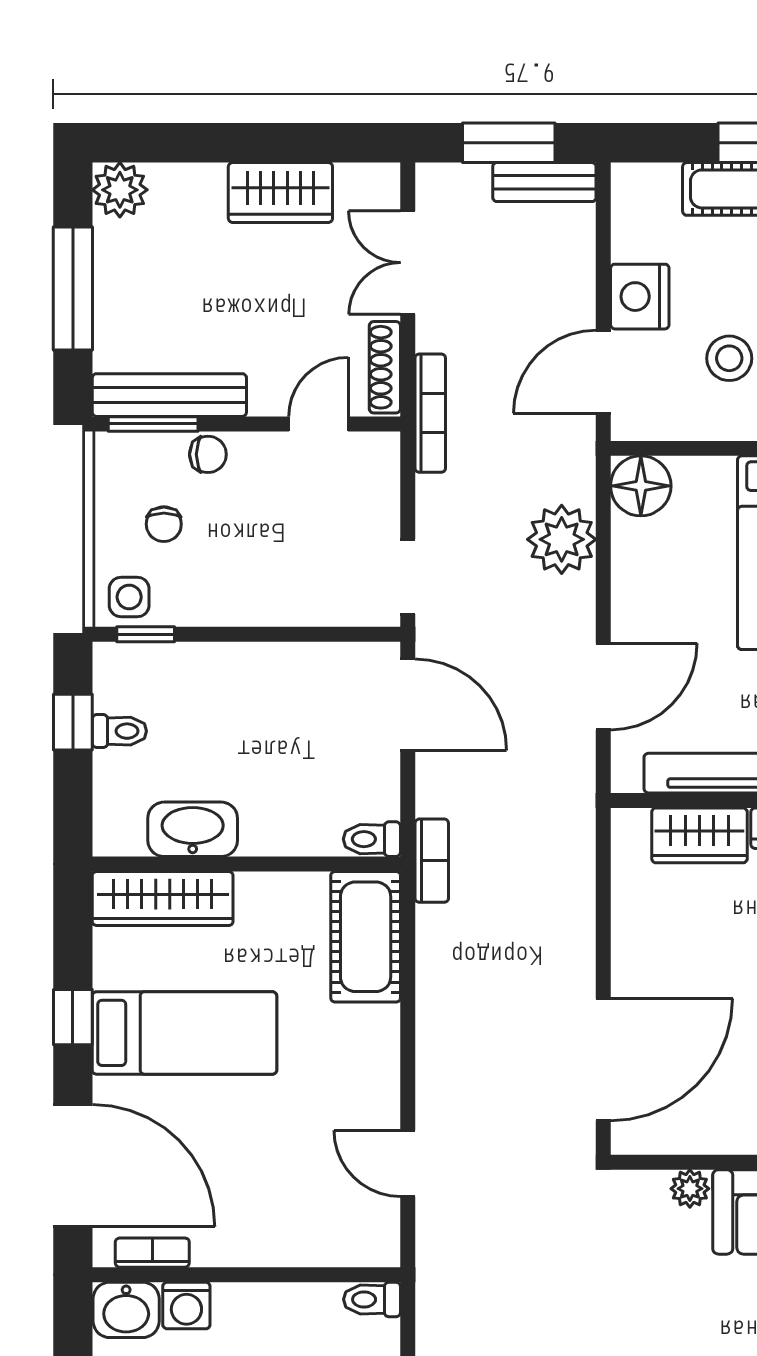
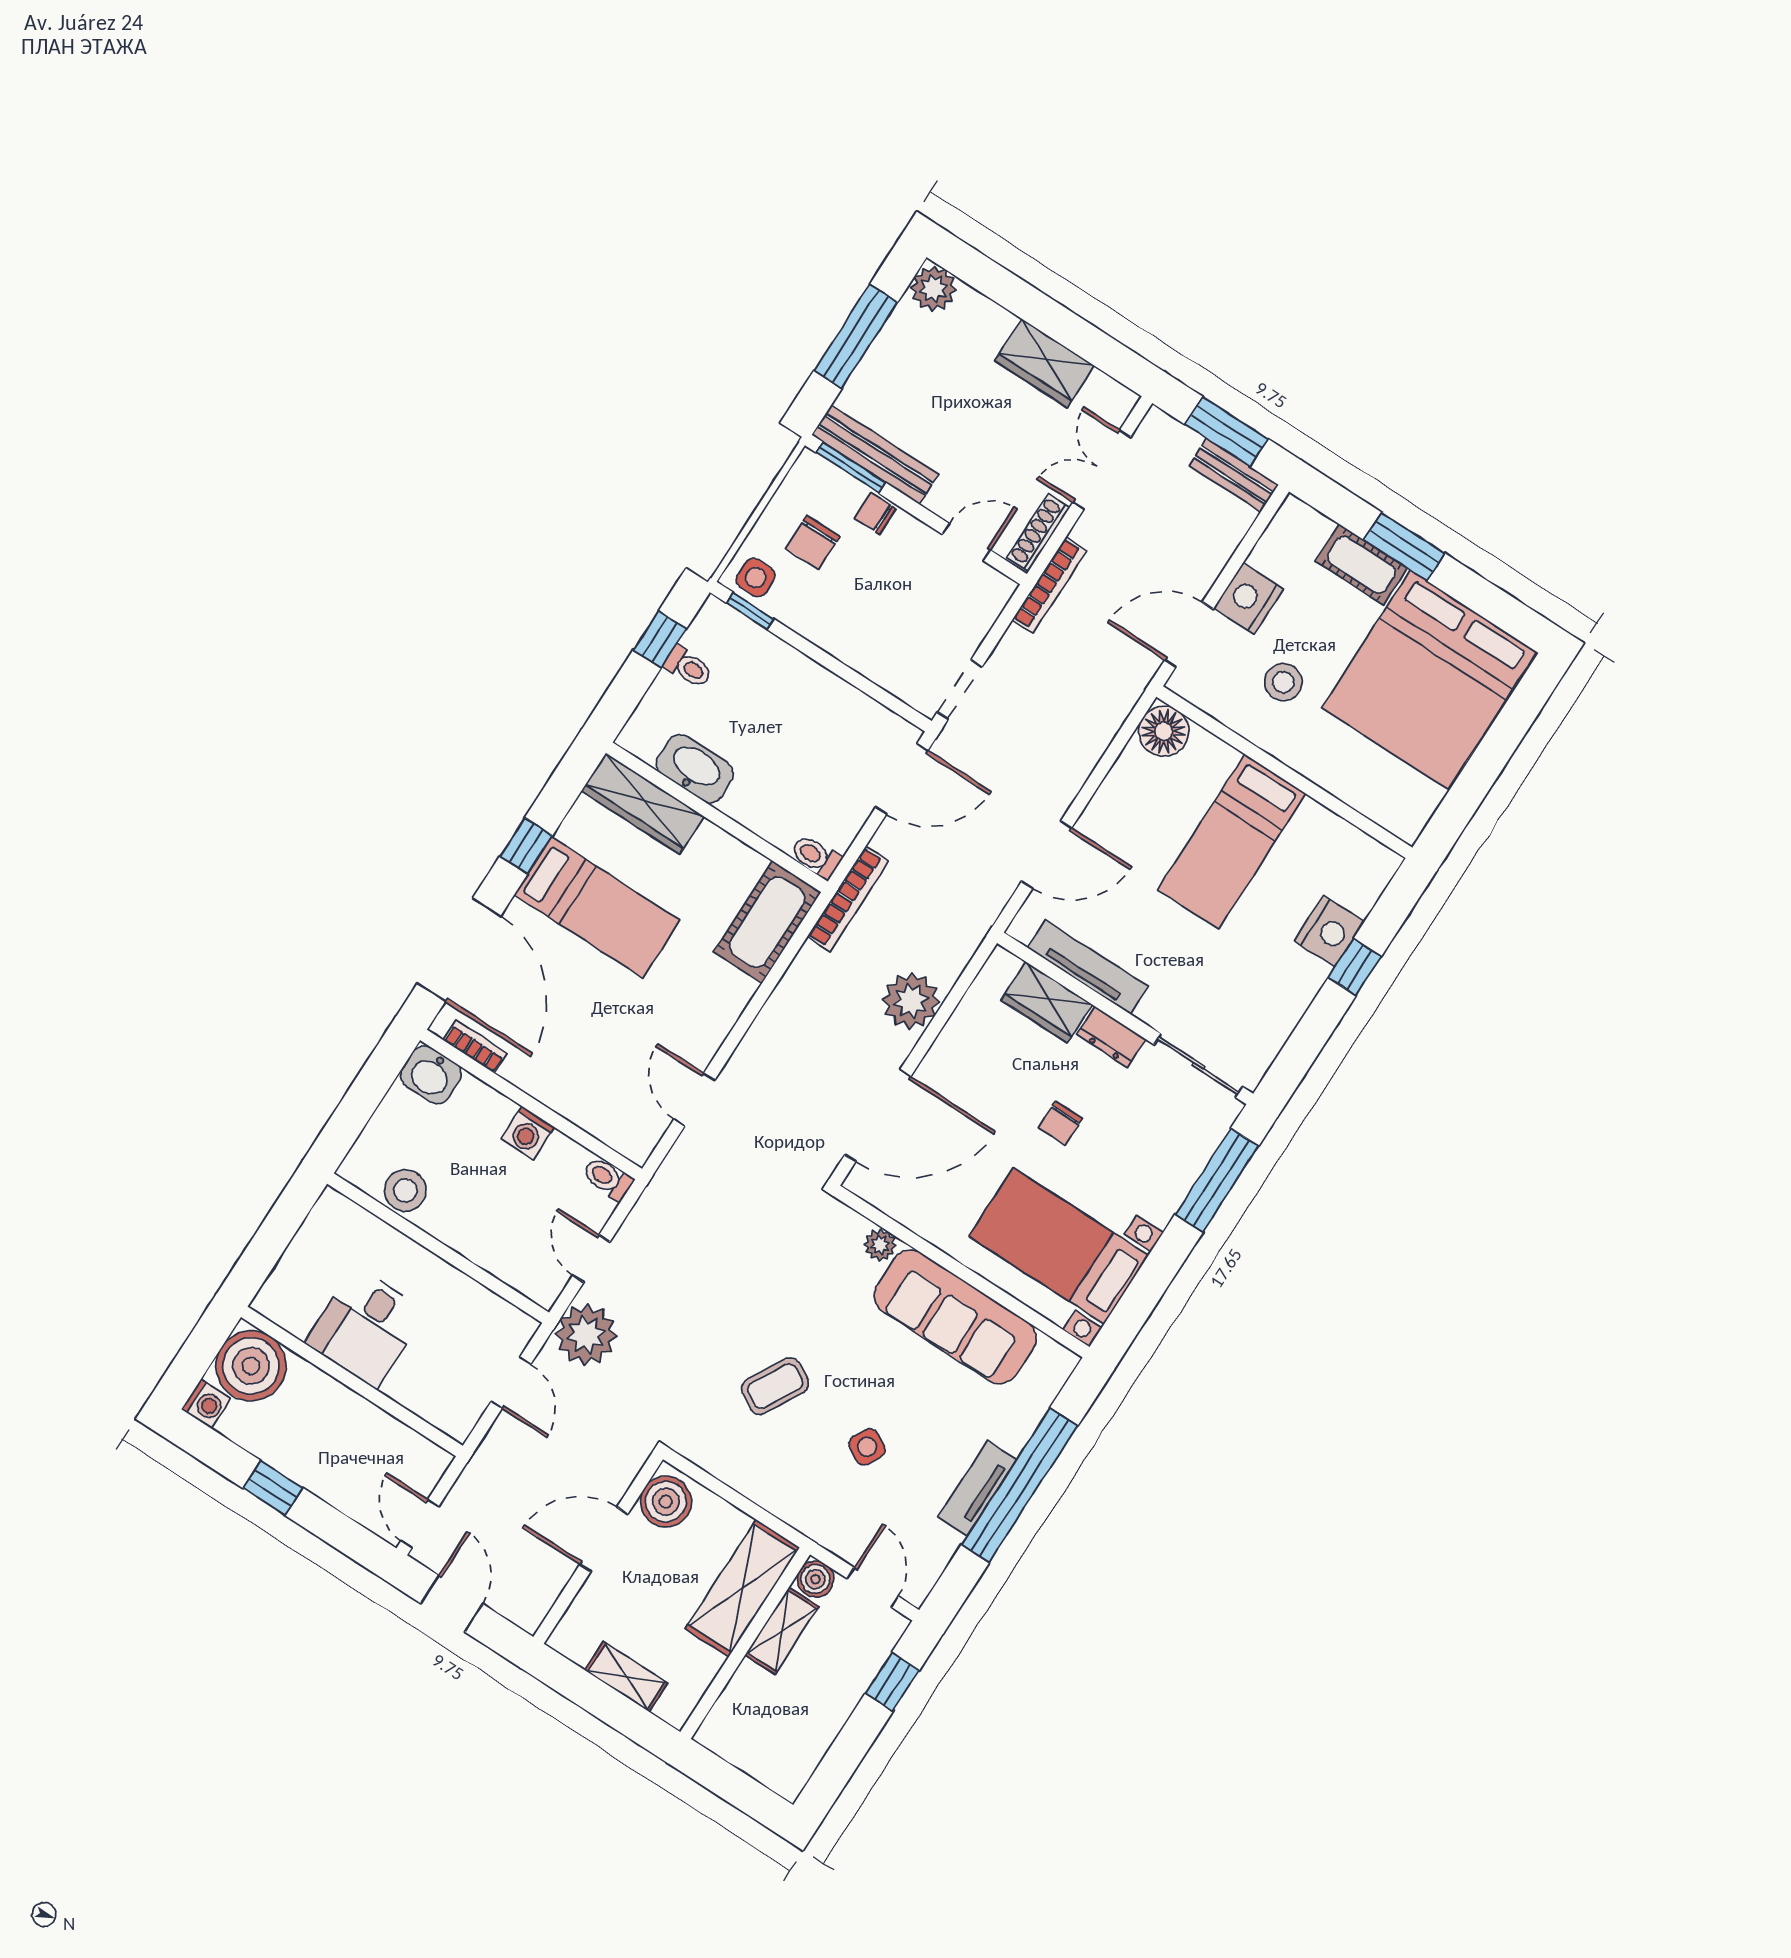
chair: (208, 454) -> (875, 513), turned 180
chair: (164, 524) -> (813, 542), width x1.37, depth x1.37
plant: (562, 539) -> (911, 1001), moved
door: (408, 705) -> (902, 779), hinge flipped
bookcase: (432, 861) -> (848, 899), width x1.56
washing machine: (186, 1305) -> (528, 1133), moved

